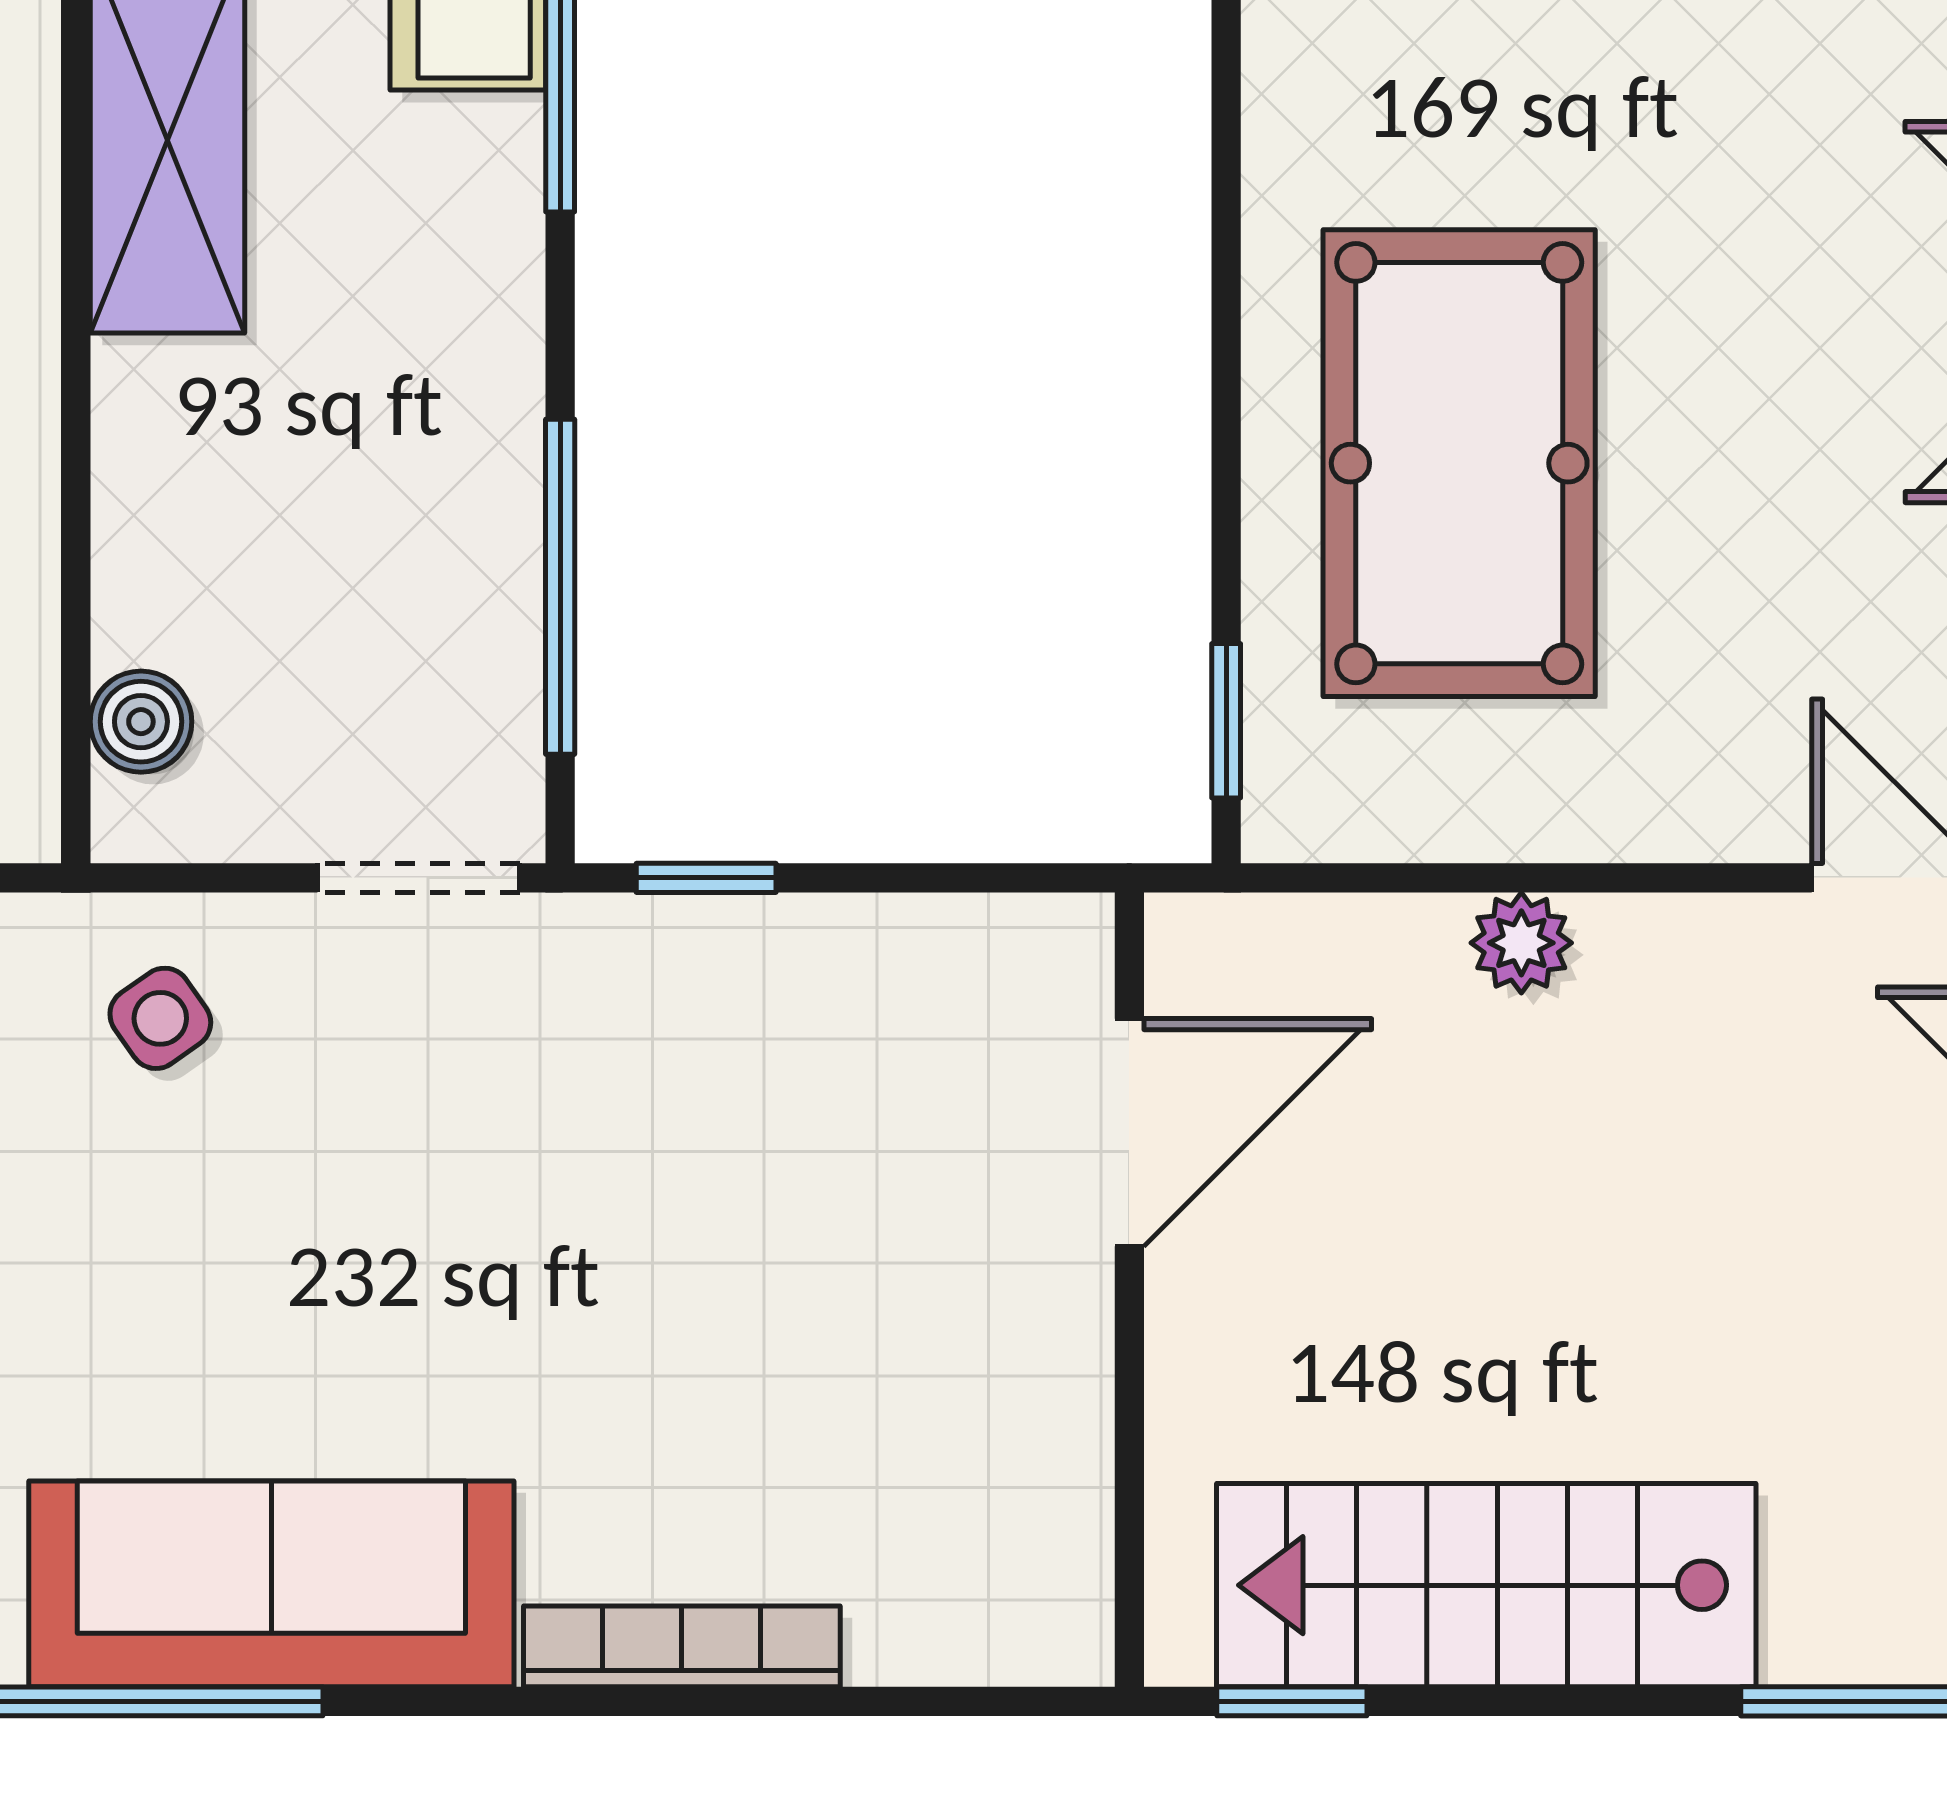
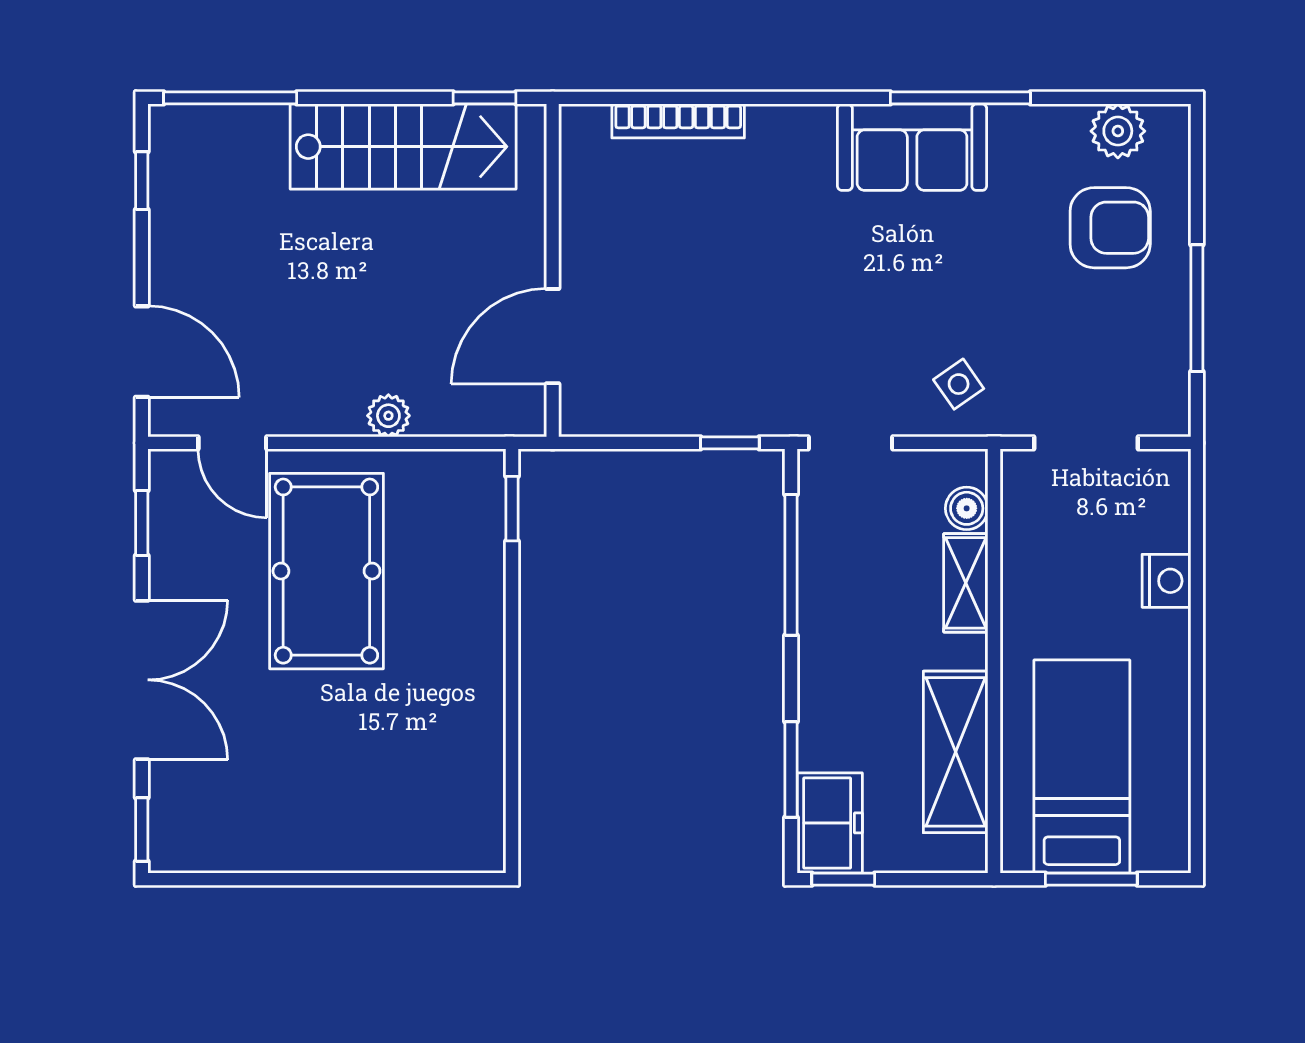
pool table: (1459, 463) -> (326, 571), moved
shelving: (143, 544) -> (966, 583), added
sofa: (271, 1584) -> (912, 147), width x0.73
bookcase: (682, 1646) -> (678, 121), moved

